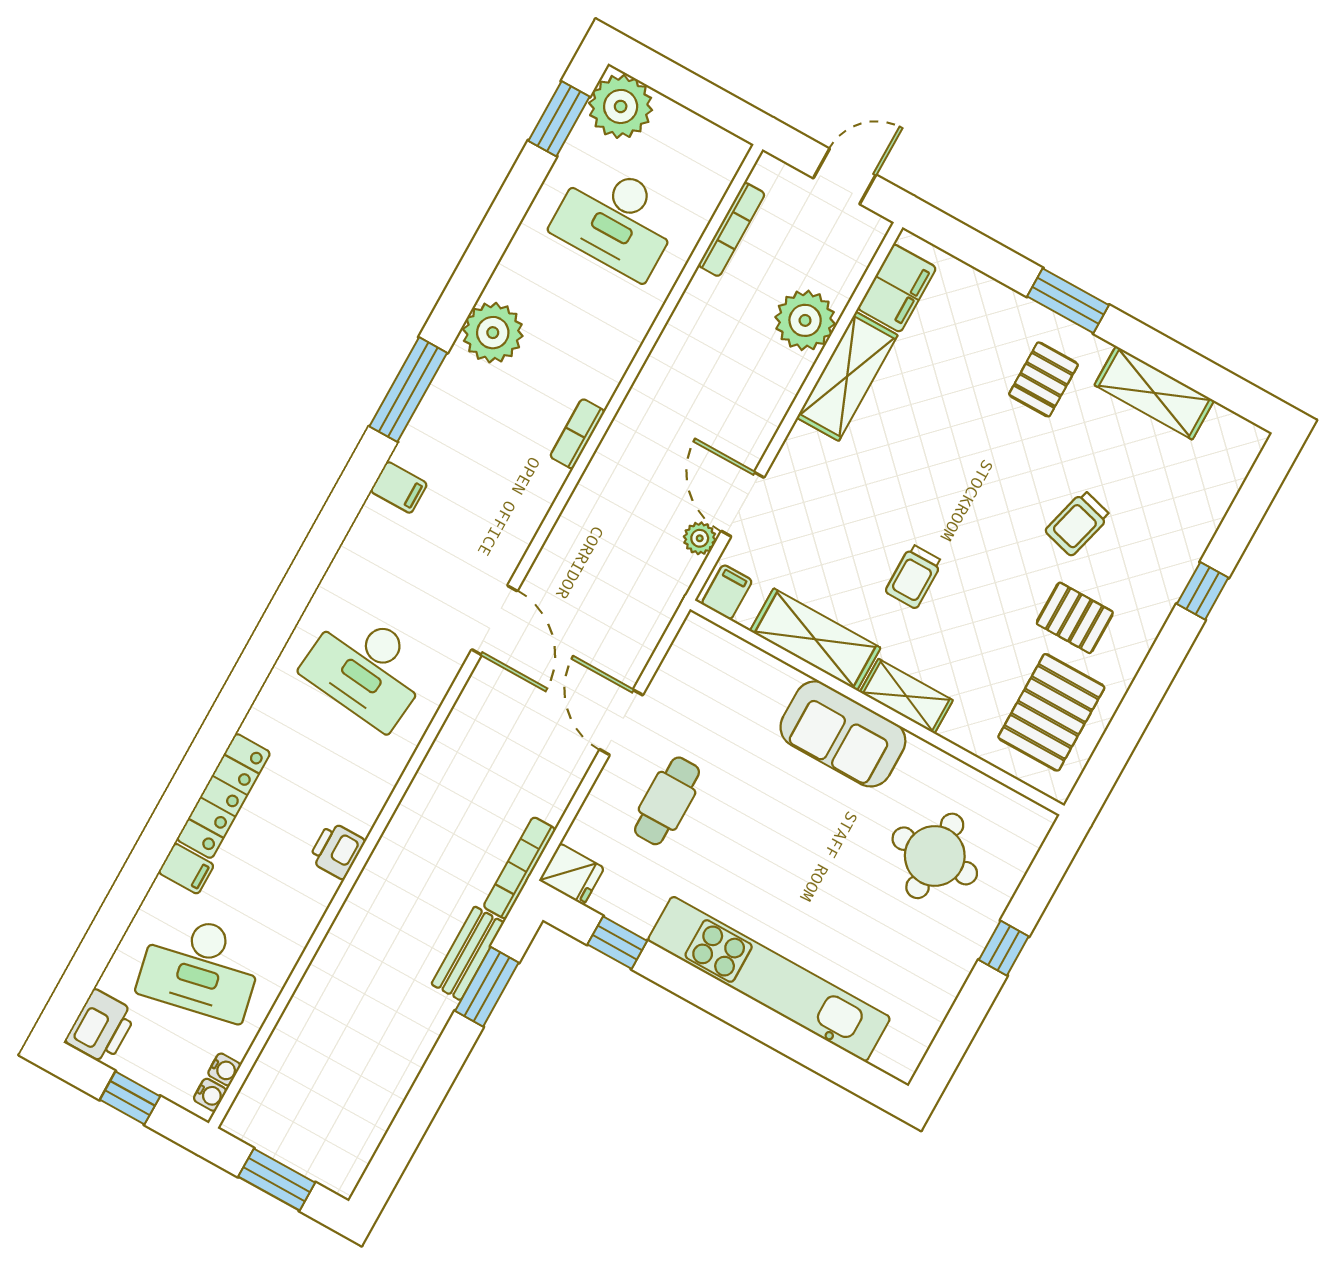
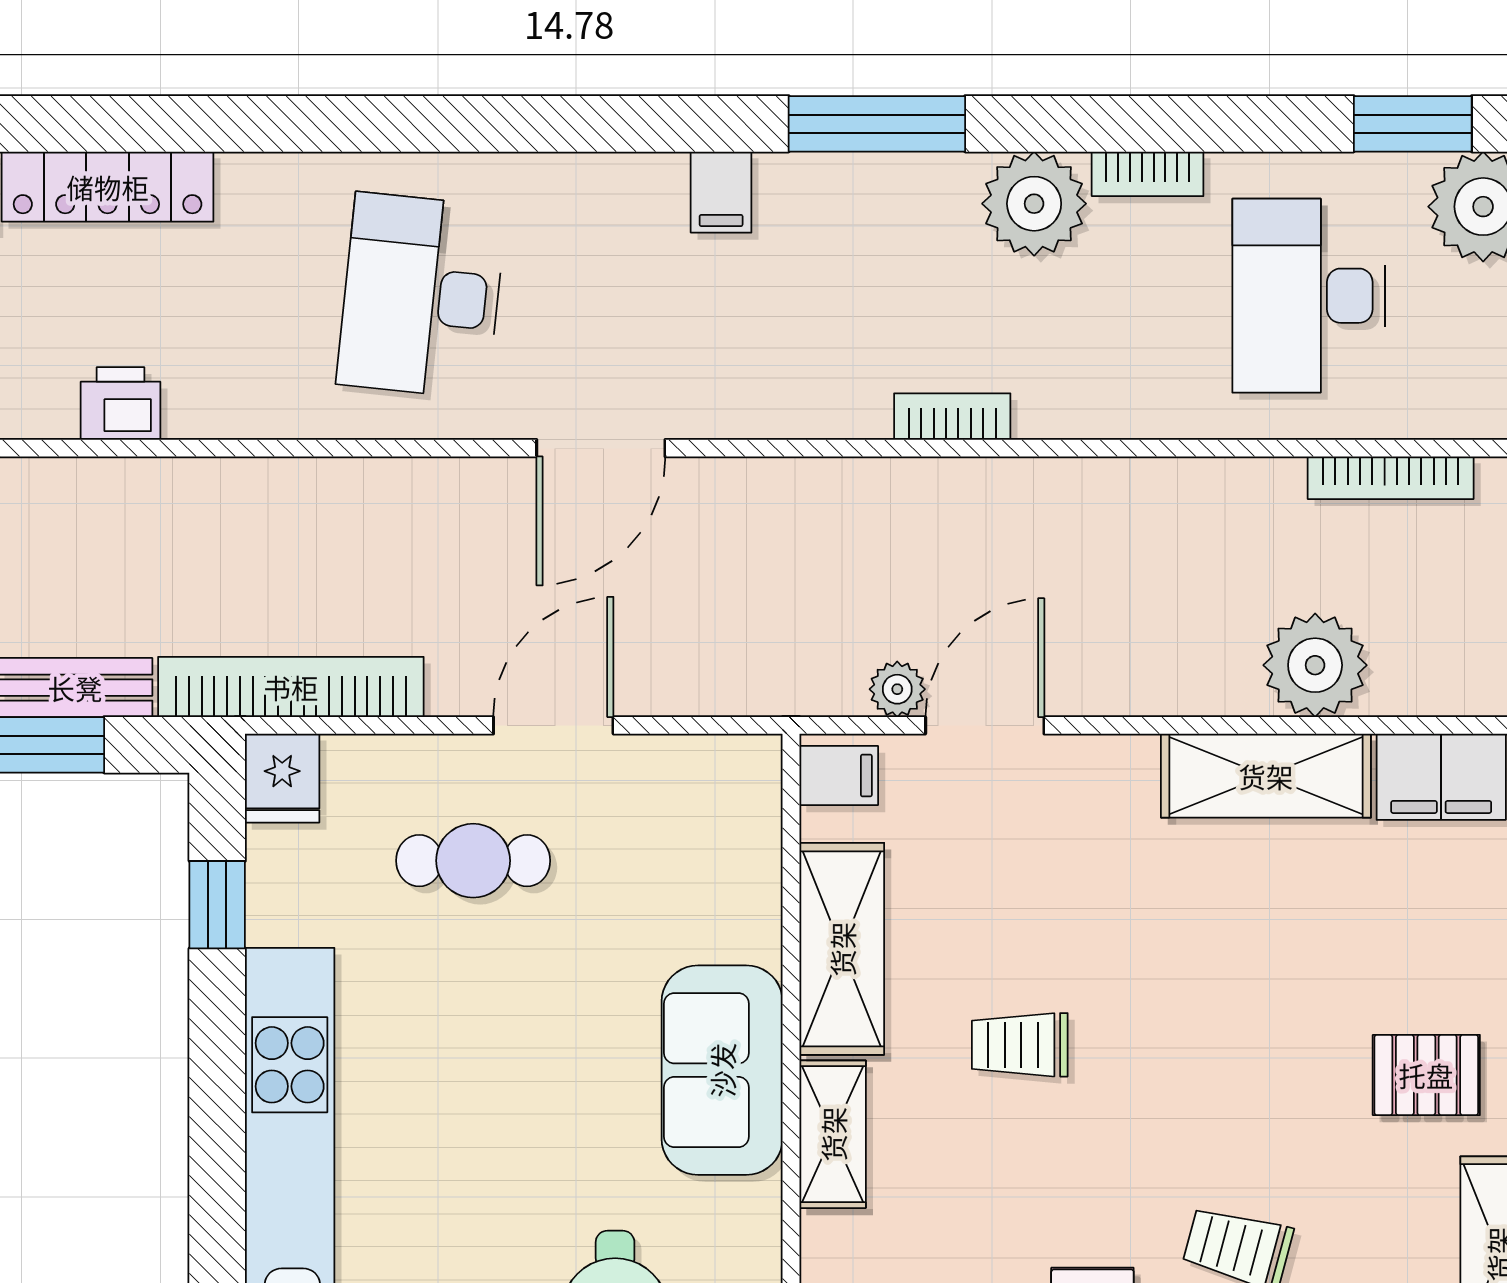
bookcase: (510, 267) -> (1148, 174), added
bookcase: (519, 868) -> (291, 687), width x1.48, depth x1.31

